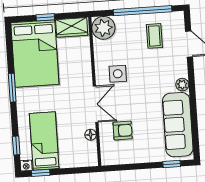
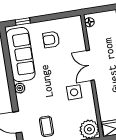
armchair: (123, 130) -> (51, 40), moved
floor lamp: (91, 135) -> (89, 22), moved

